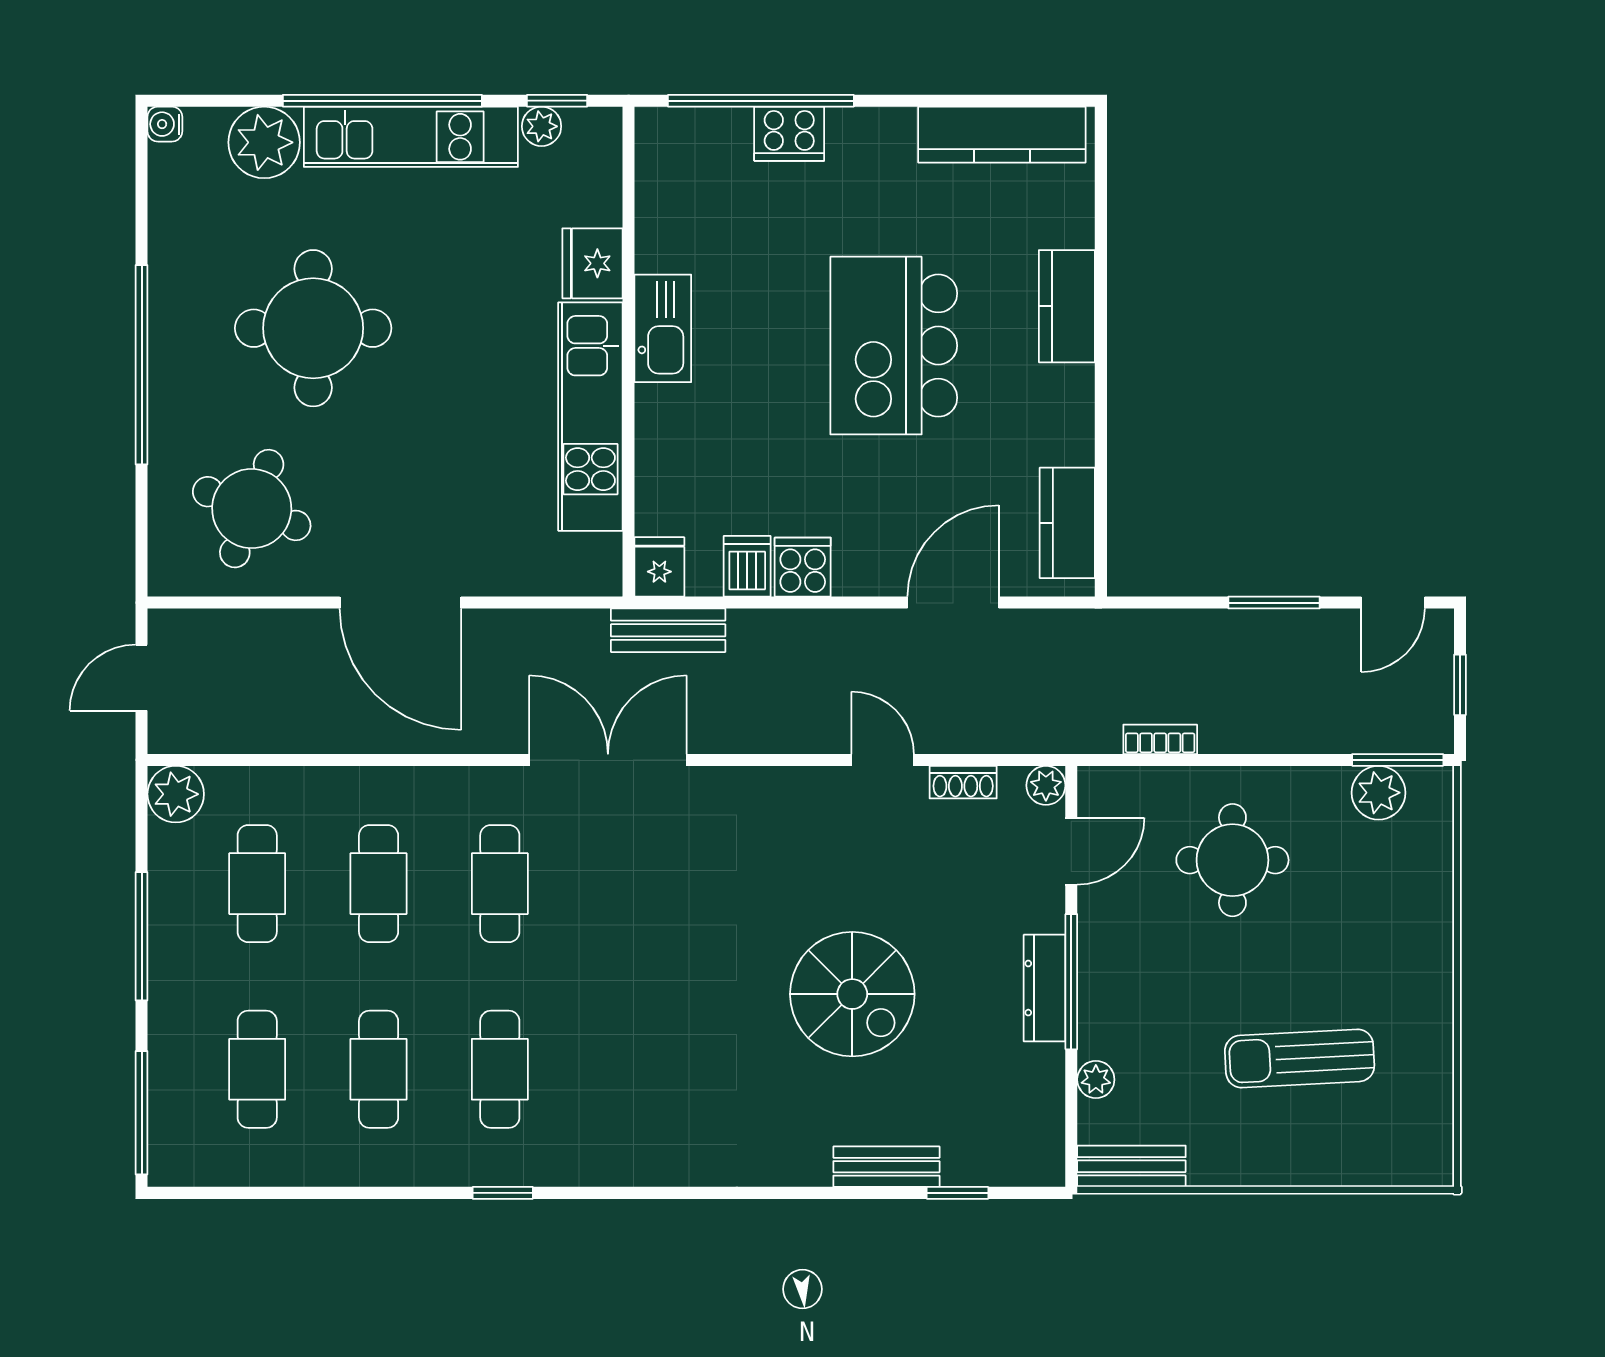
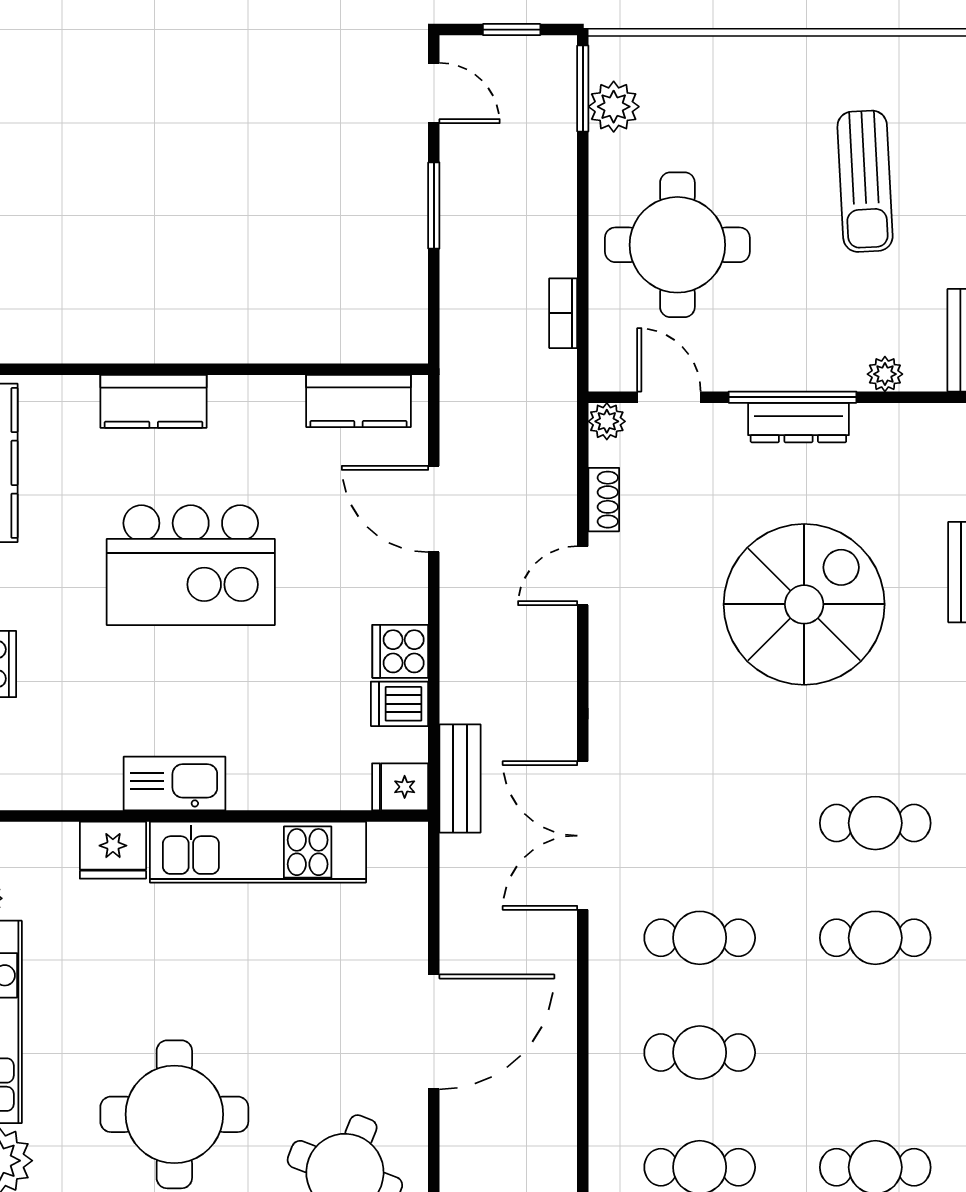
round table: (1232, 860) -> (677, 245), width x1.36, depth x1.36
spiral stairs: (852, 994) -> (804, 604), width x1.37, depth x1.37
cafe table: (379, 1069) -> (875, 823), moved

